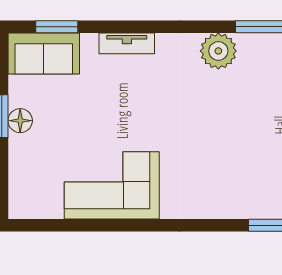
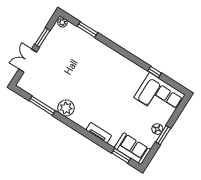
corner sofa: (112, 185) -> (159, 96), moved
window: (94, 225) -> (155, 72), added

